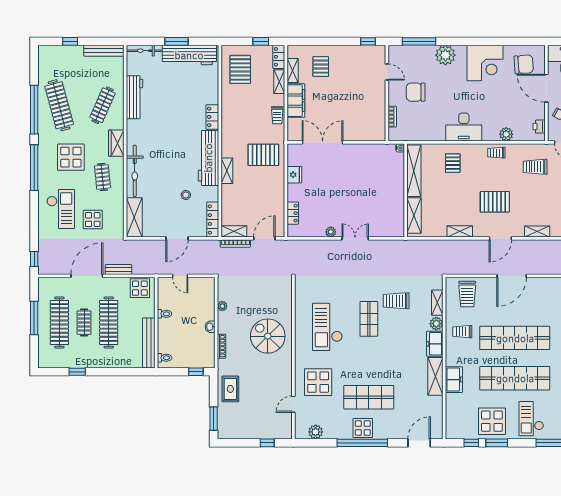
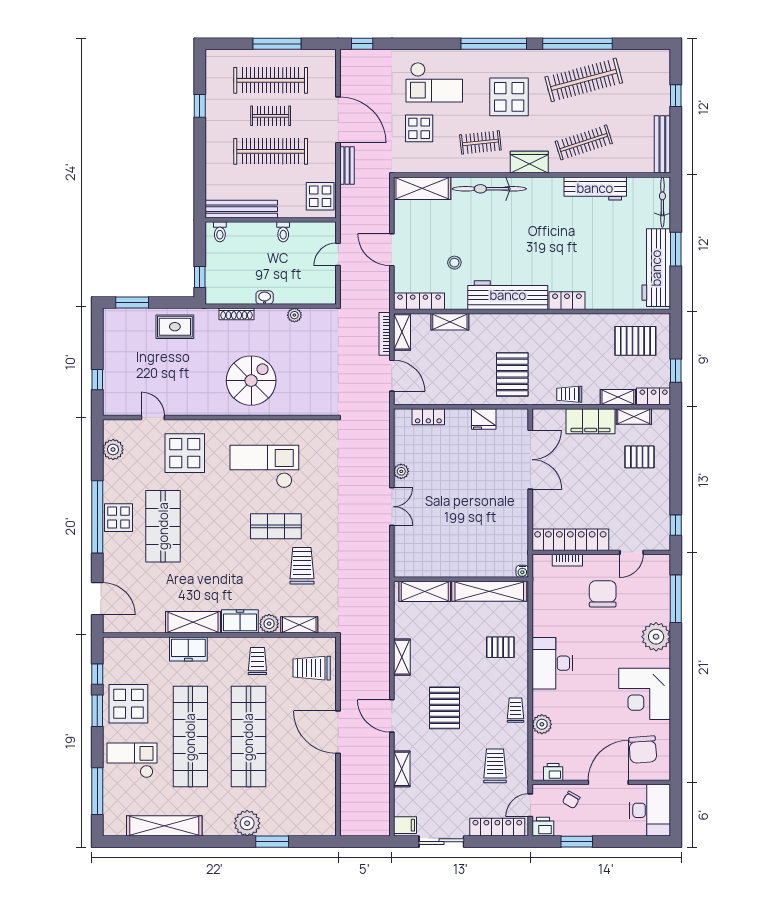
clothes rail: (103, 105) -> (584, 142), turned -42
locker: (378, 115) -> (570, 540), added
shelving: (227, 171) -> (450, 322), moved

